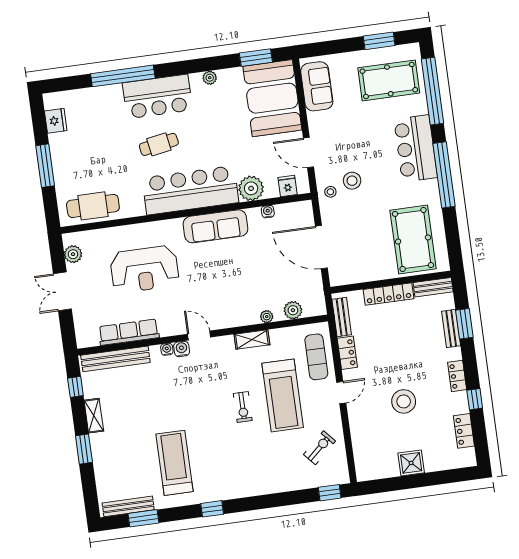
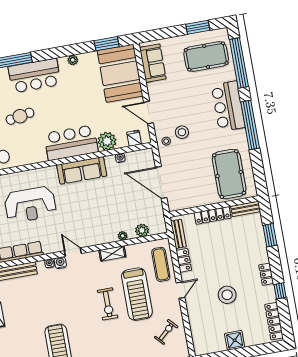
cafe table: (159, 144) -> (20, 116), moved
bar counter: (190, 190) -> (71, 143), width x0.73
bench: (451, 328) -> (260, 239), removed
exercise bike: (243, 407) -> (108, 304), width x1.38, depth x1.39
locker: (464, 431) -> (274, 321), width x1.53

